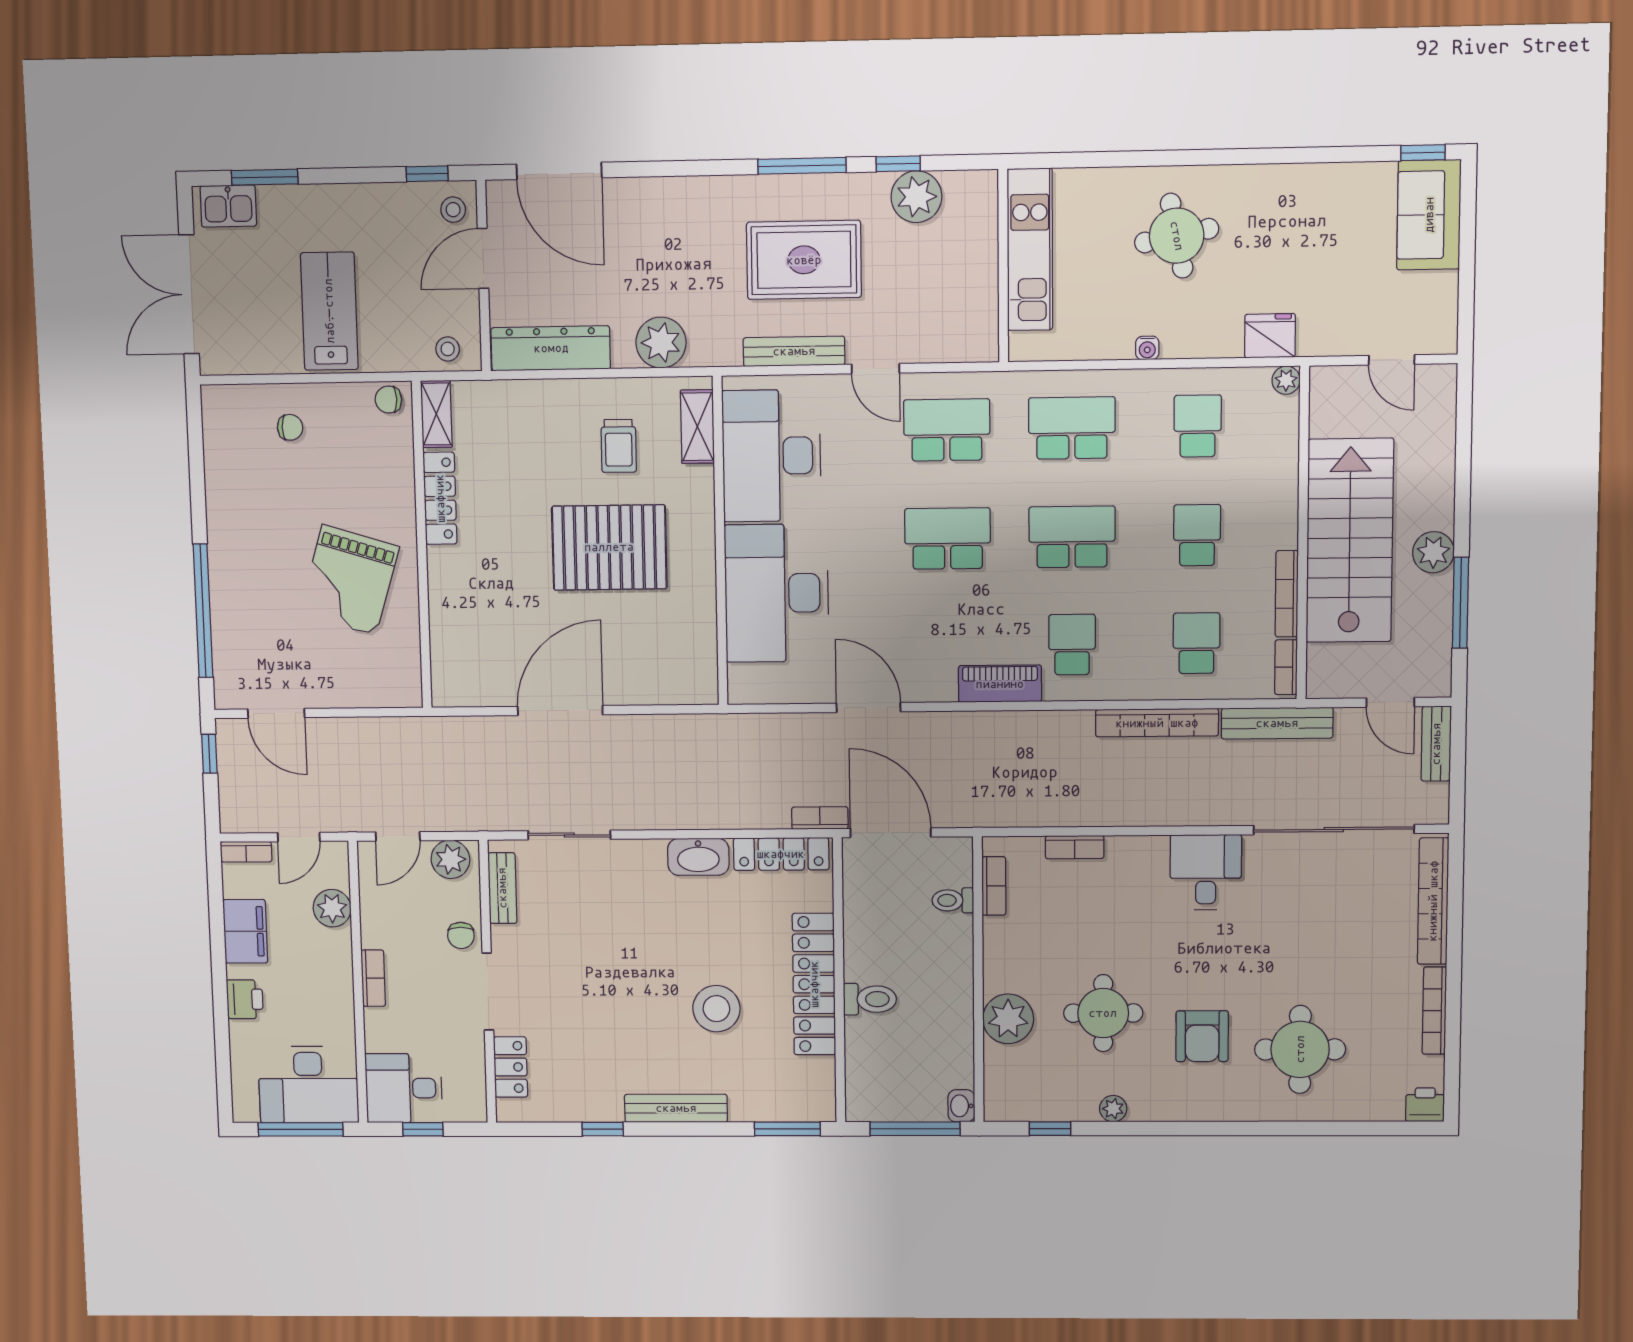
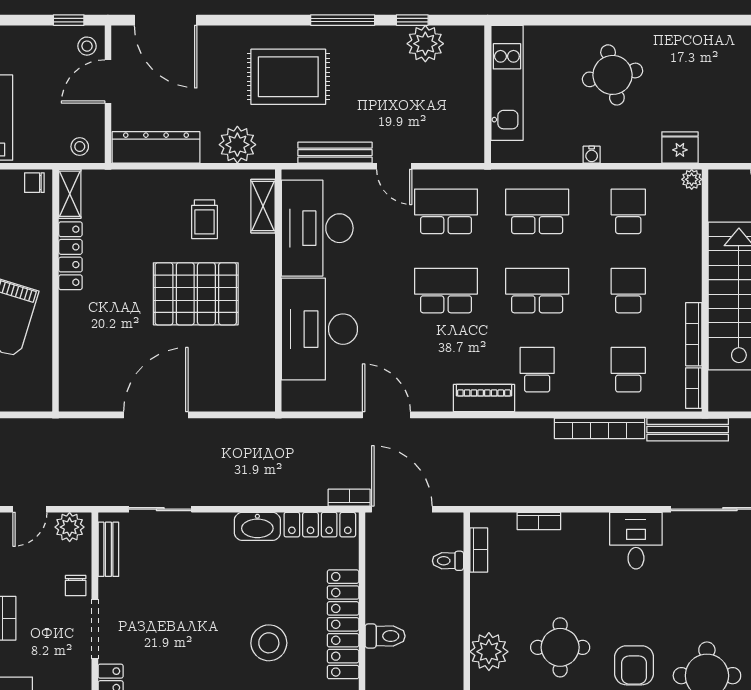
rug: (804, 260) -> (288, 77), moved

